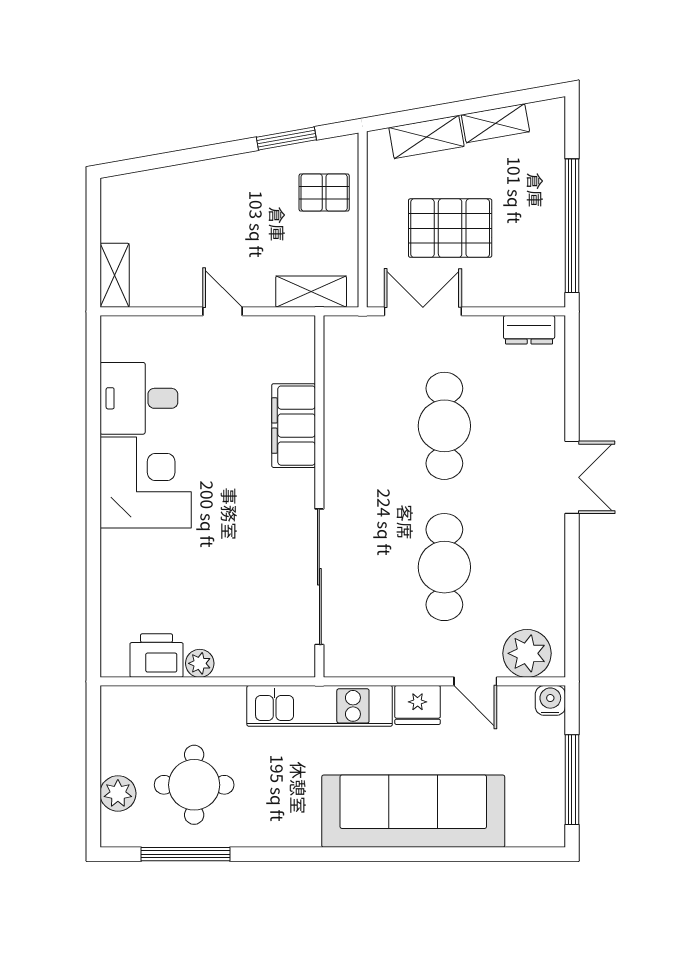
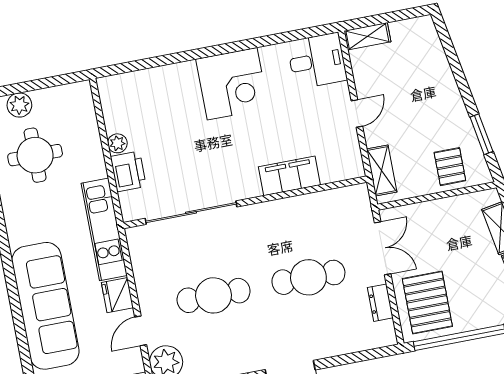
pallet: (450, 228) -> (427, 303), moved
dresser: (529, 330) -> (380, 303), moved
desk: (139, 398) -> (317, 61), moved, turned 90
printer: (157, 656) -> (128, 171), moved

